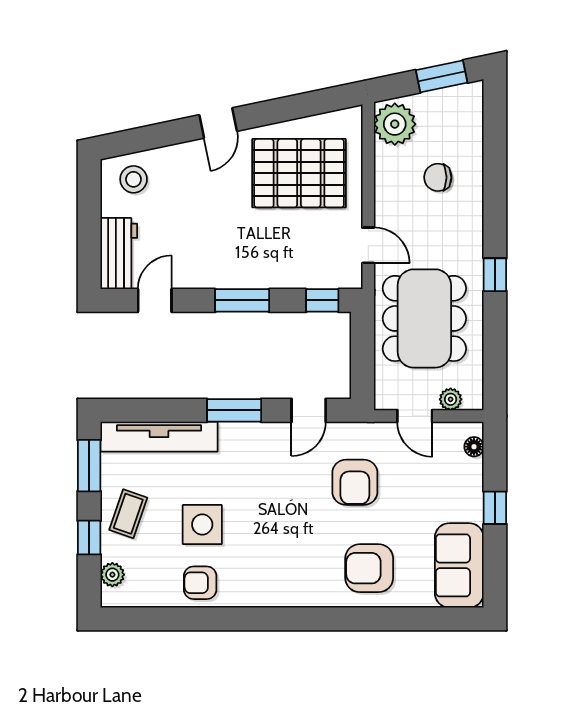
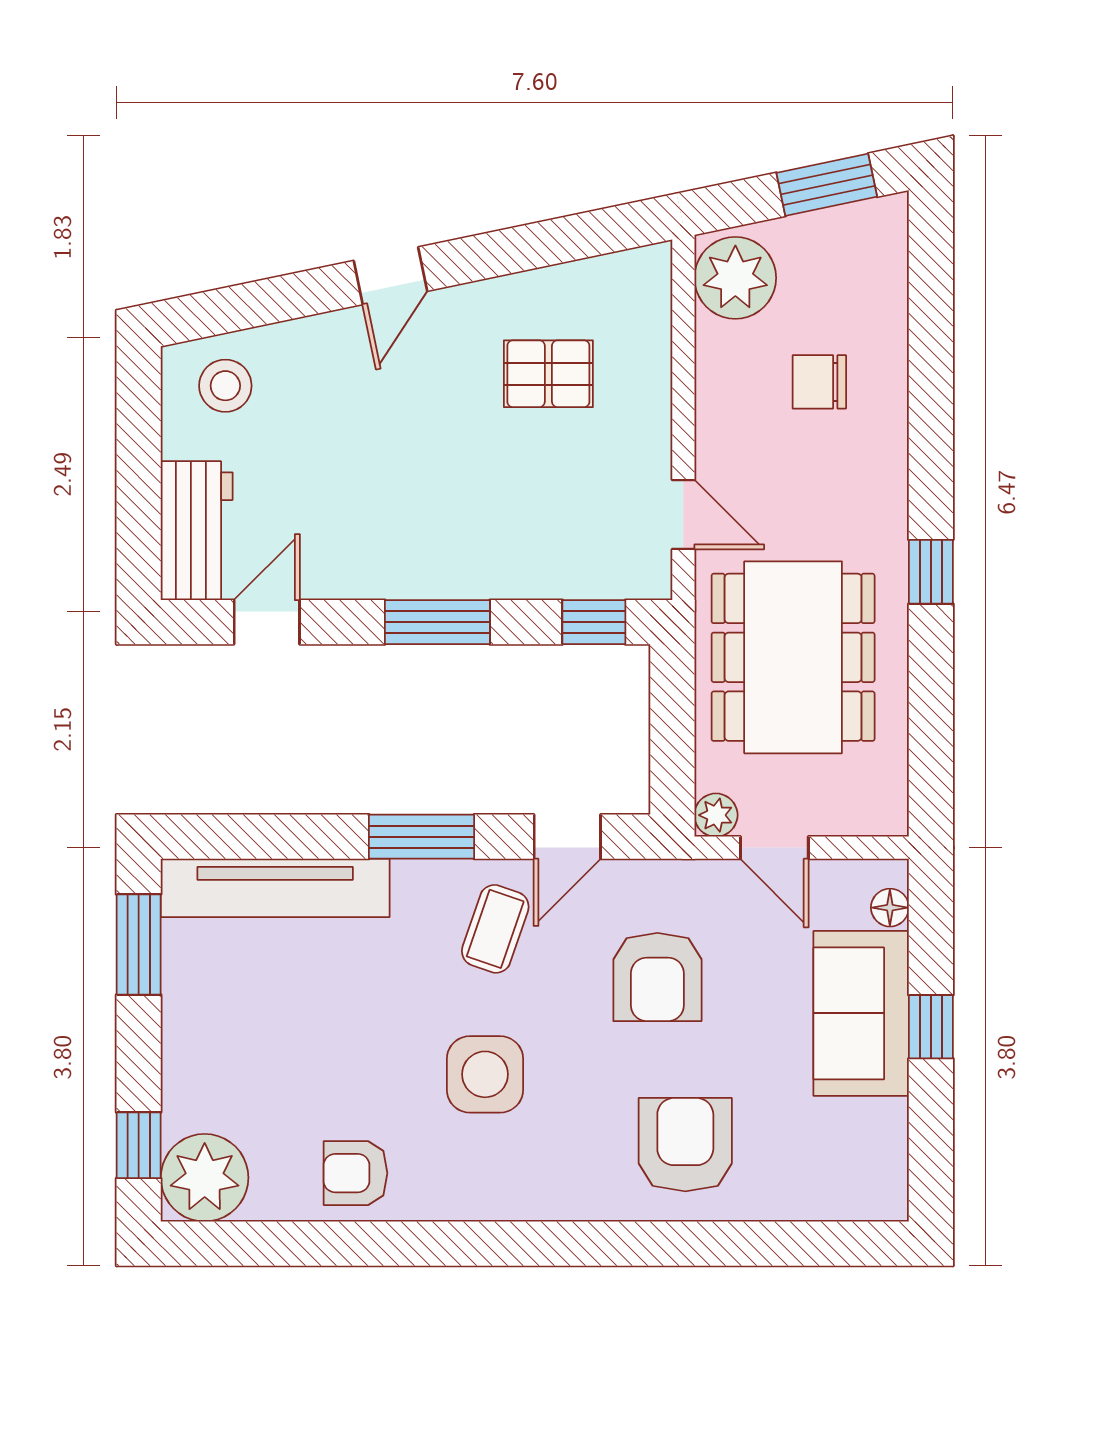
pallet: (299, 173) -> (548, 374), width x0.49, depth x0.50
plant: (451, 399) -> (716, 815), moved
coffee table: (128, 514) -> (495, 929), moved
side table: (202, 524) -> (485, 1074), moved
window: (89, 538) -> (139, 1145), moved
sofa: (459, 565) -> (861, 1013), moved
armchair: (369, 568) -> (685, 1145), turned 90
plant: (112, 575) -> (205, 1178), width x1.88, depth x1.88

